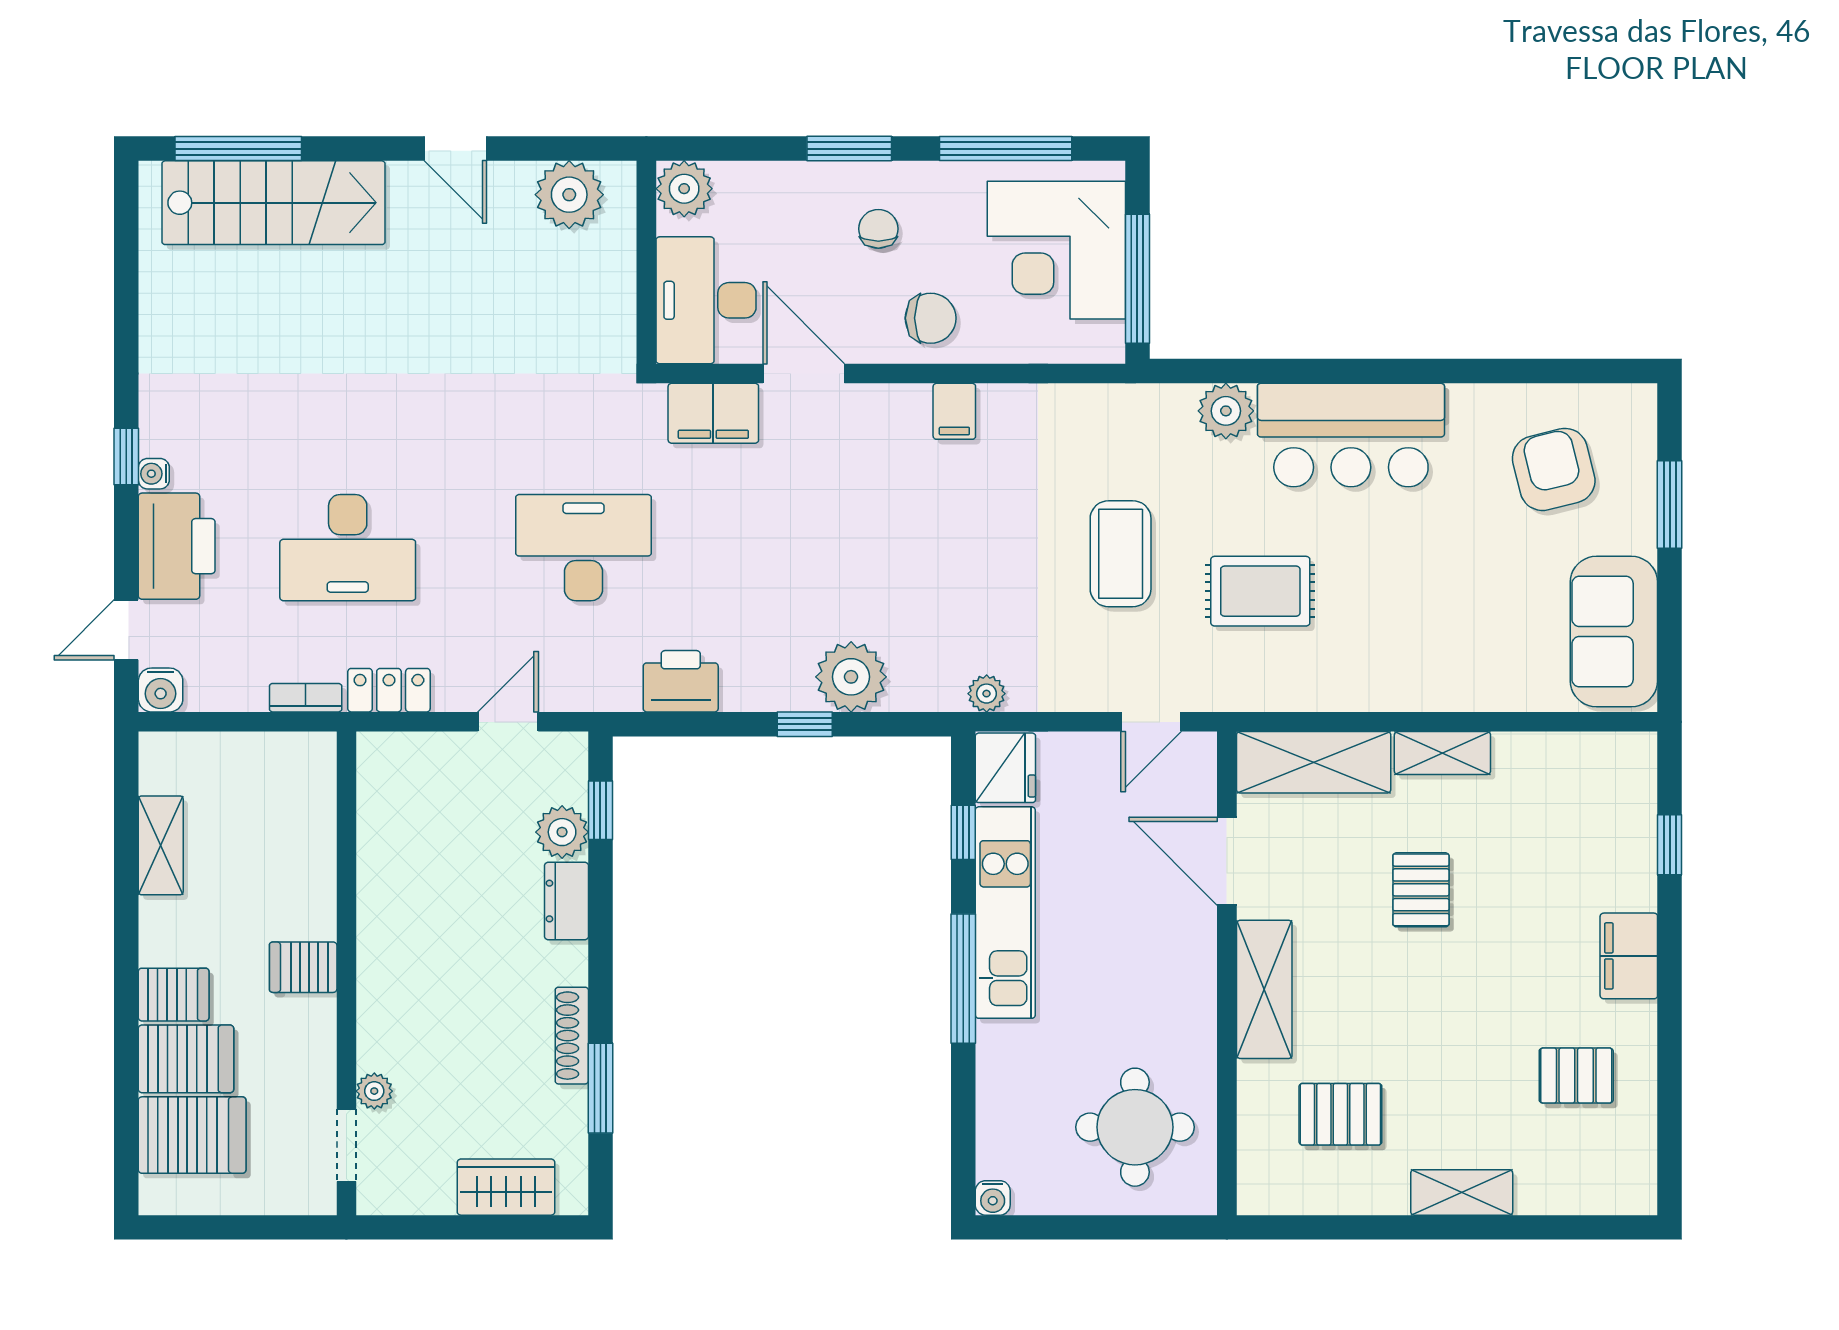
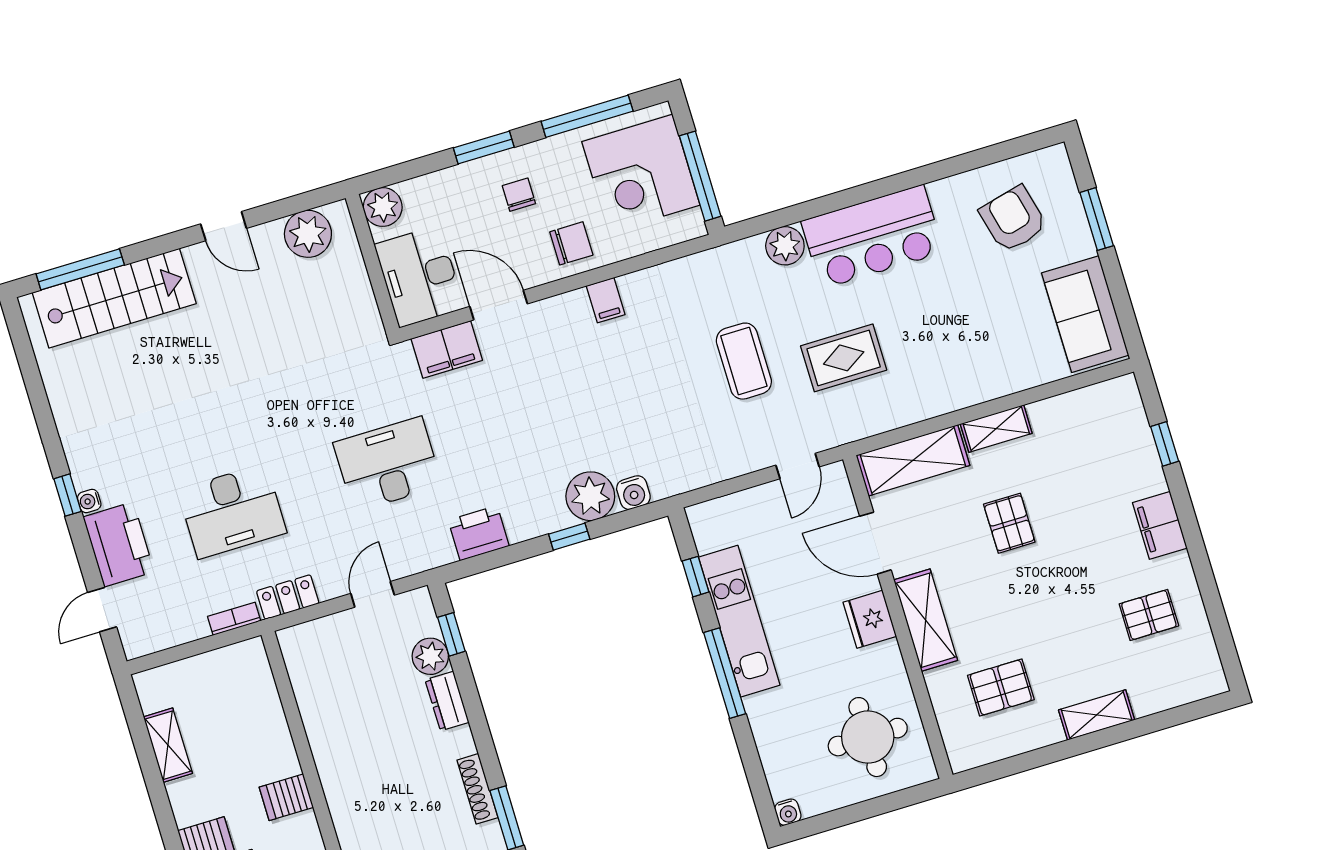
water cooler: (161, 690) -> (633, 493), moved
plant: (987, 694) -> (683, 480), removed
fridge: (1005, 768) -> (870, 619), moved, turned 180

